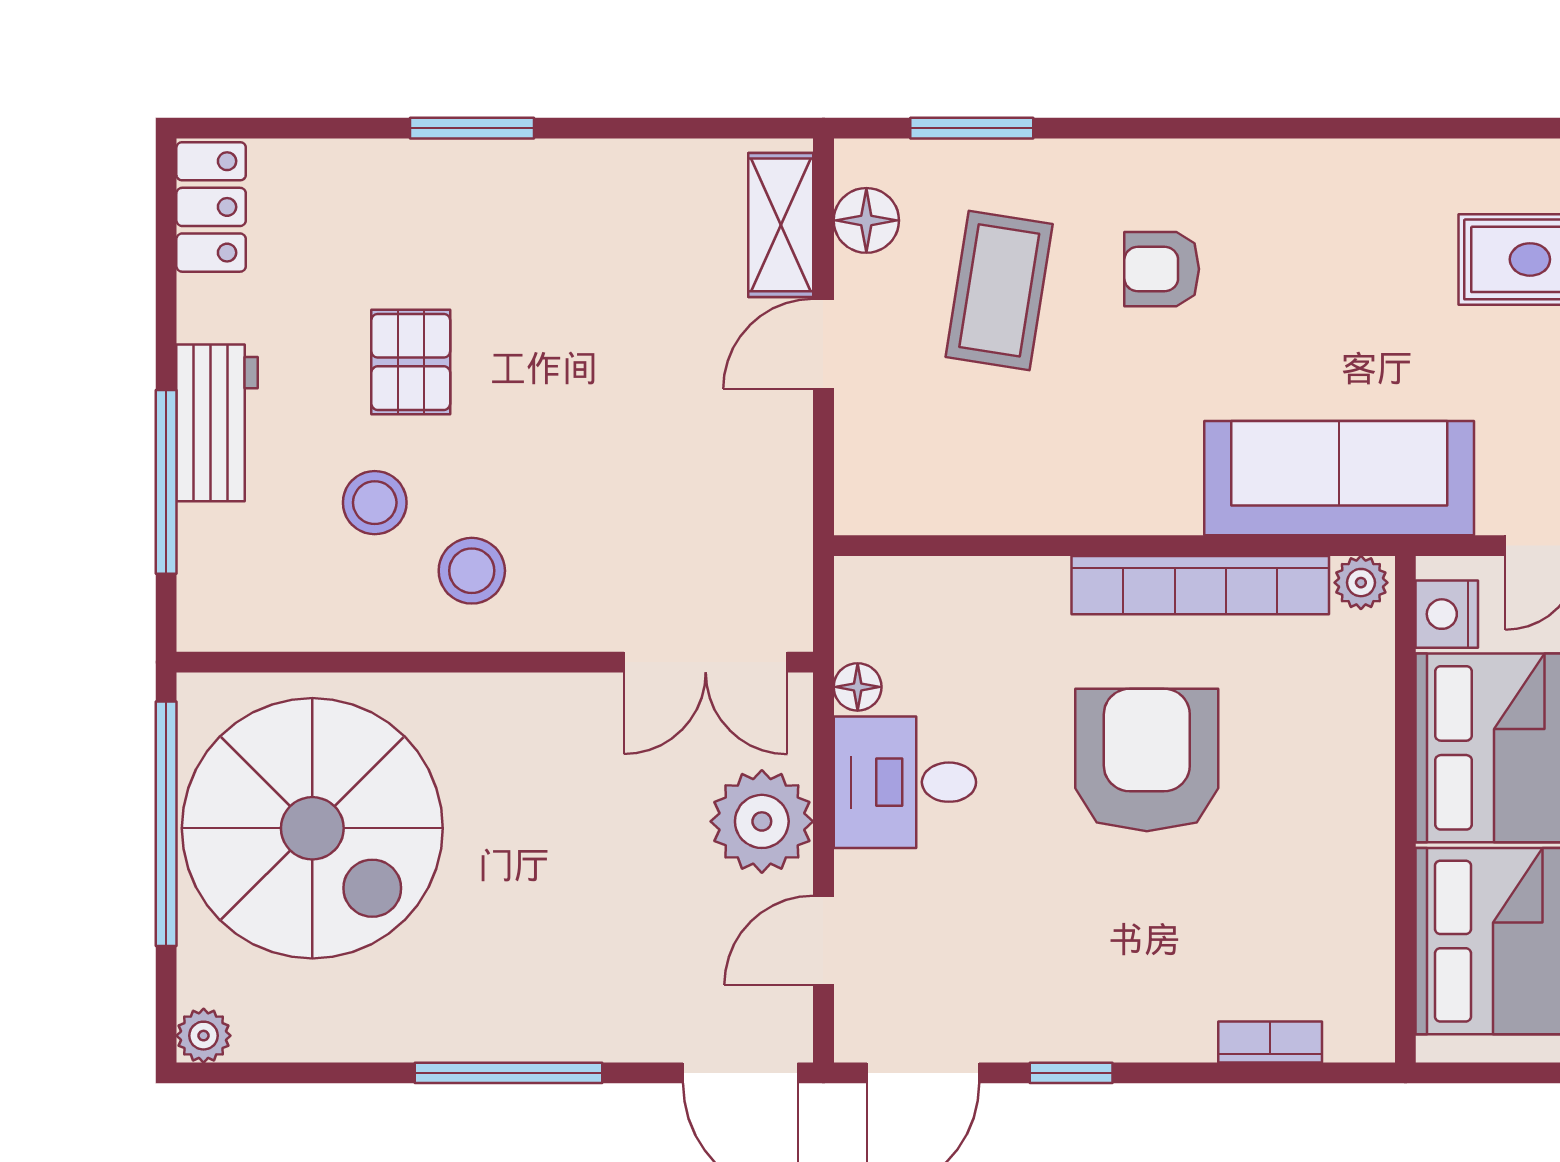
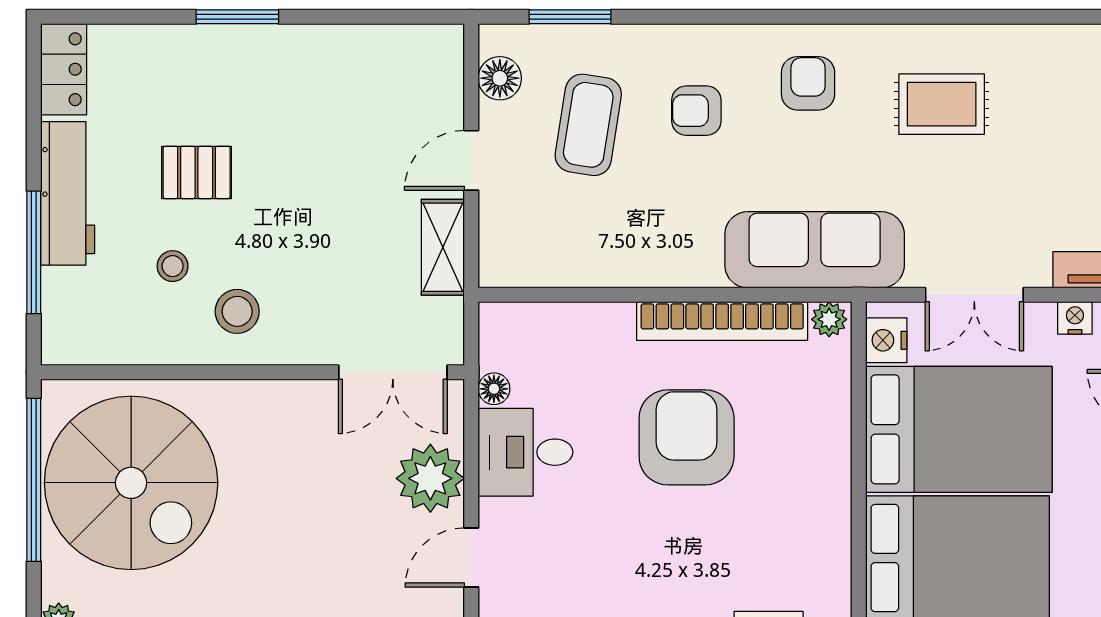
shelving: (781, 225) -> (443, 247), moved
armchair: (1329, 228) -> (808, 83), added
pallet: (411, 362) -> (197, 172), turned 90
workbench: (217, 423) -> (68, 193), width x1.38
stool: (375, 503) -> (173, 266), width x0.73, depth x0.73

